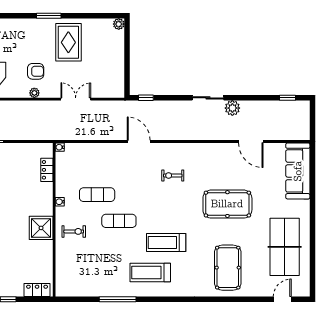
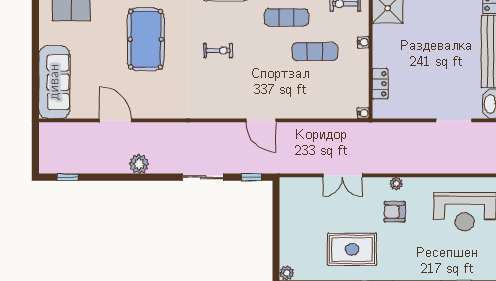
rug: (68, 42) -> (352, 249), turned 90
sliding door: (208, 98) -> (203, 177), moved
exercise bike: (173, 175) -> (218, 51), moved
pool table: (227, 204) -> (146, 39), turned 90

